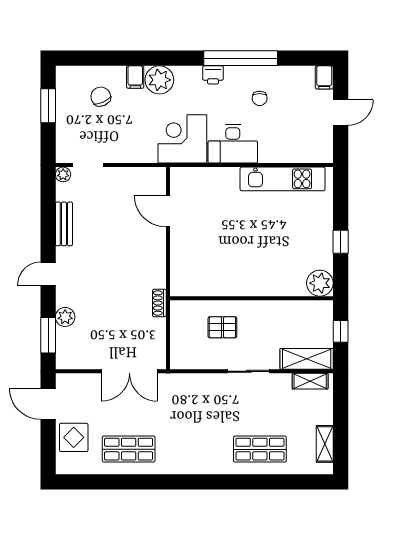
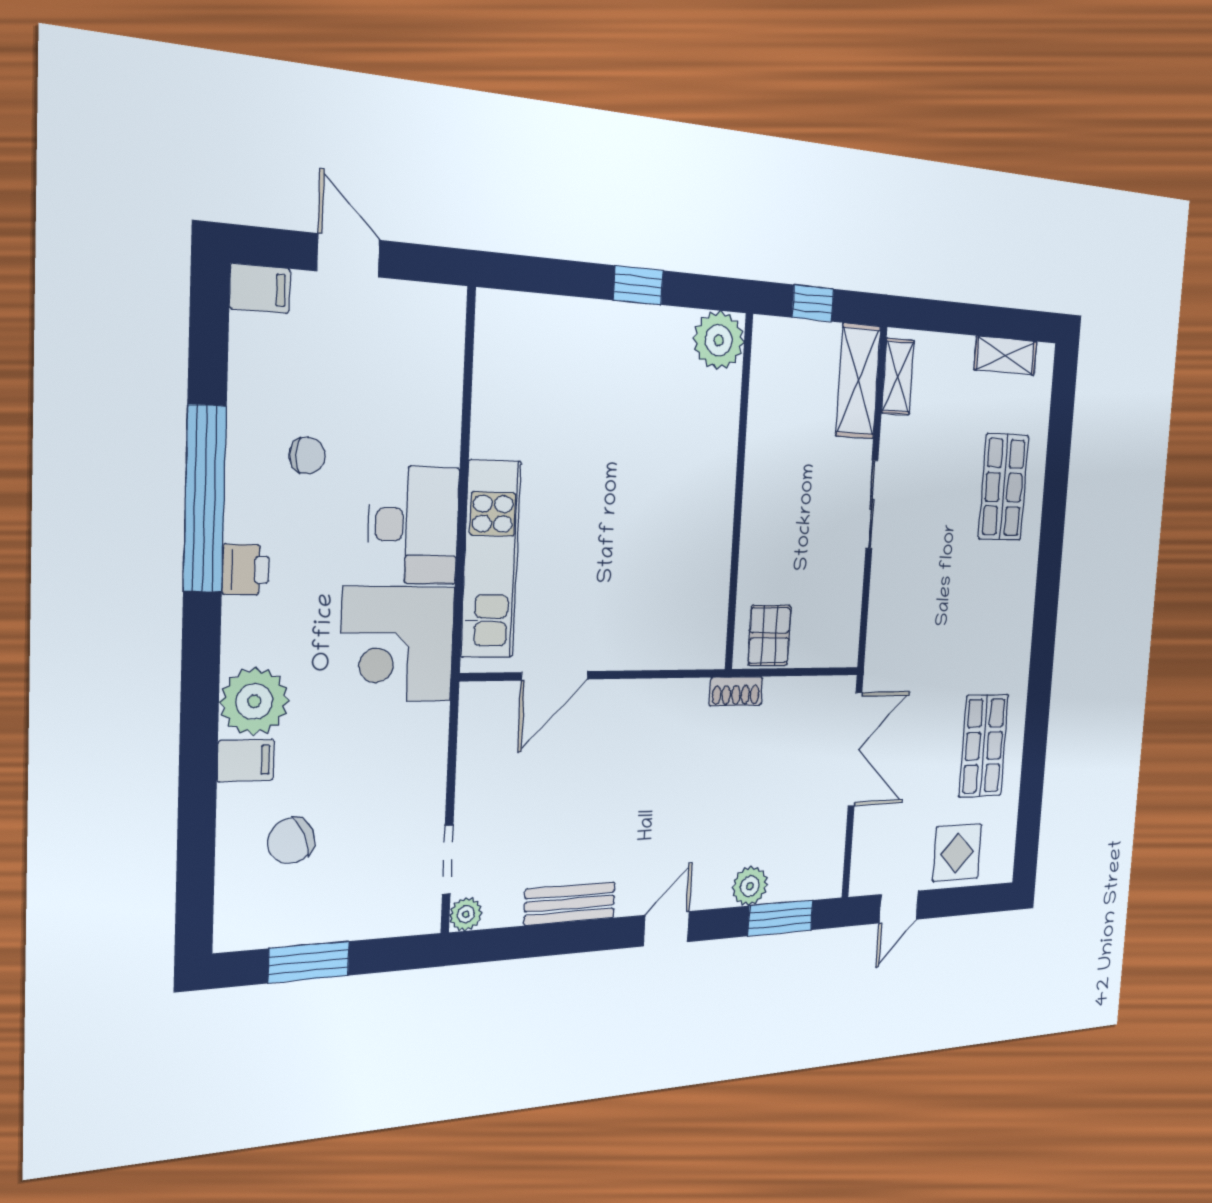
kitchen unit: (283, 179) -> (491, 559), moved
door: (48, 274) -> (666, 929), swing flipped
pallet: (222, 327) -> (769, 635), moved
door: (48, 404) -> (899, 907), width x0.73

